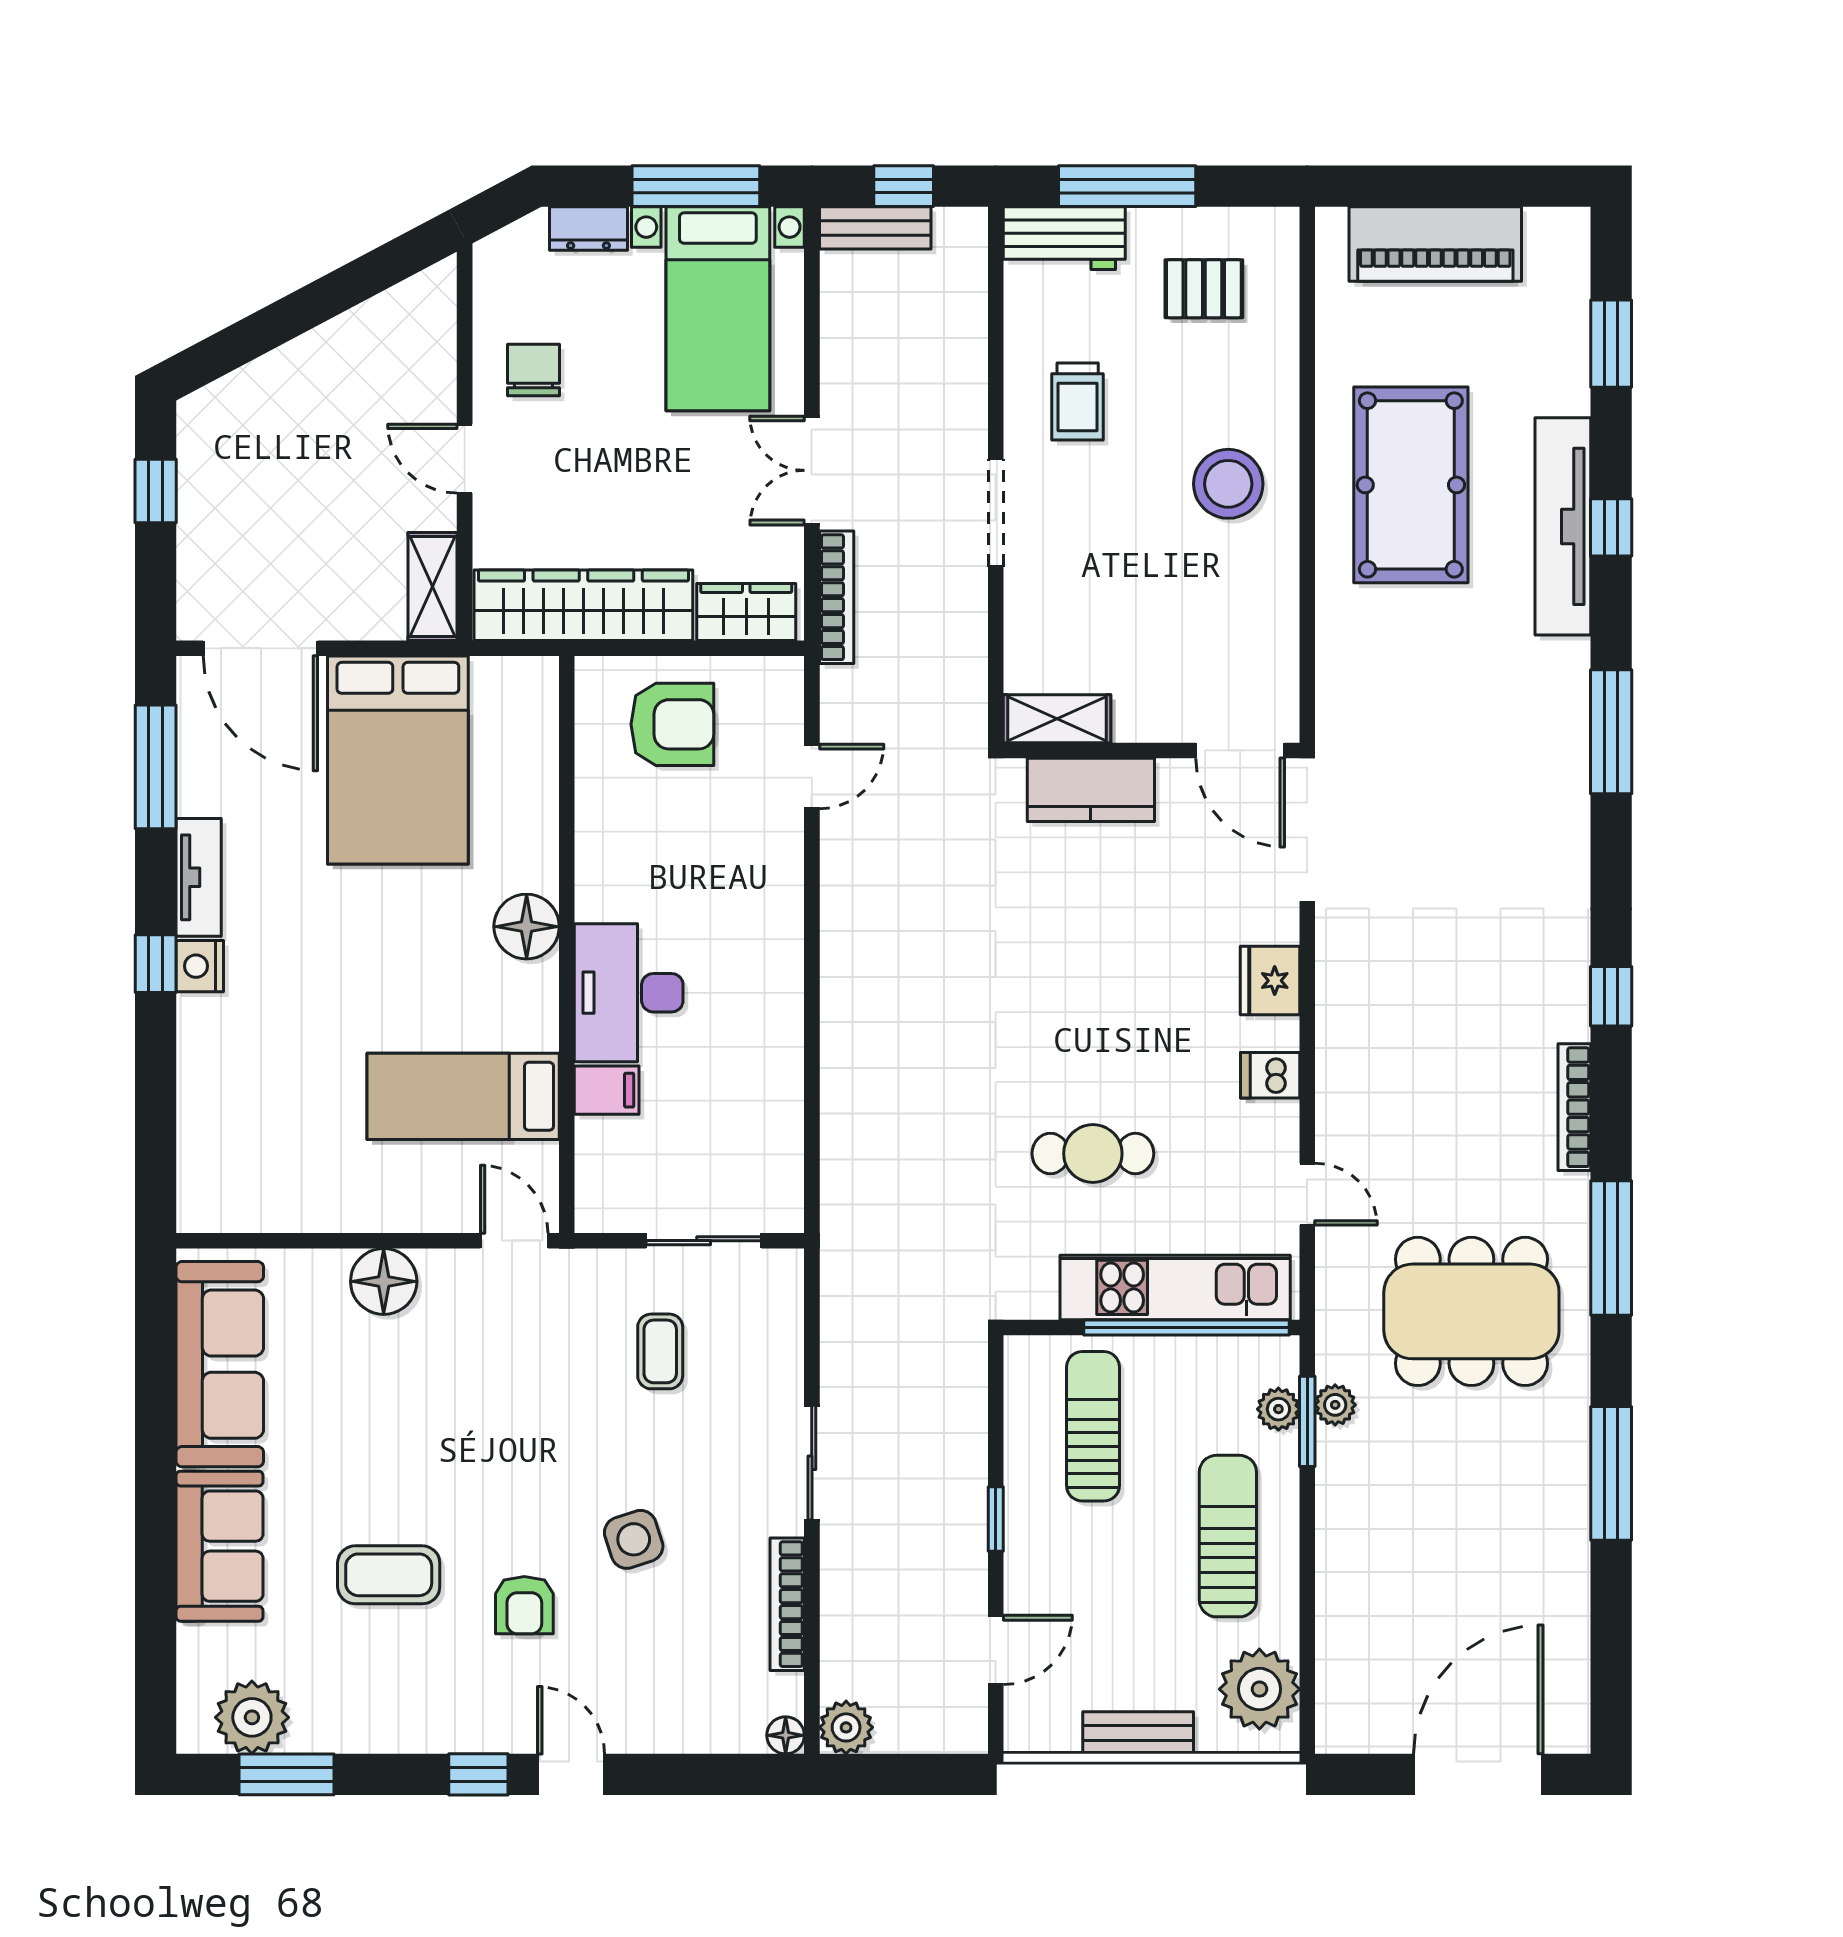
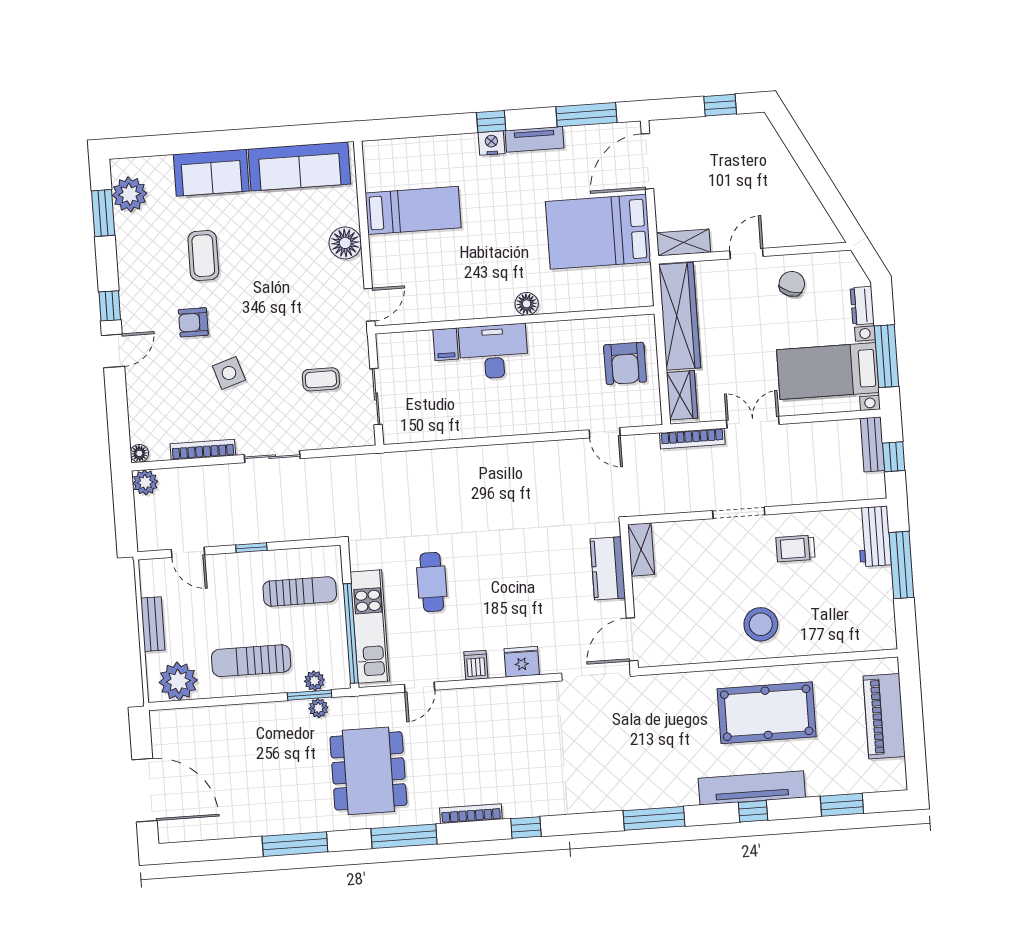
pallet: (1204, 289) -> (854, 606), removed
chair: (533, 370) -> (792, 284), turned -70
floor lamp: (527, 927) -> (527, 304), width x0.73, depth x0.73
bed: (463, 1096) -> (413, 210), moved, turned 90
sun lounger: (1228, 1536) -> (251, 661), turned 180

